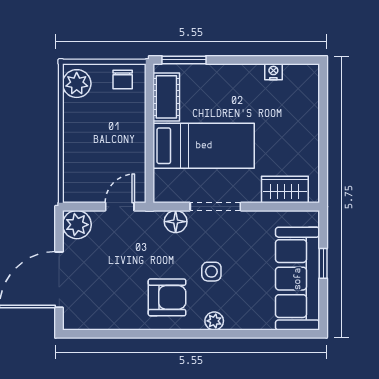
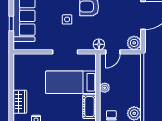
plant: (136, 135) -> (105, 88), added
wardrobe: (285, 190) -> (20, 102), moved, turned -90
floor lamp: (176, 222) -> (99, 44), moved

